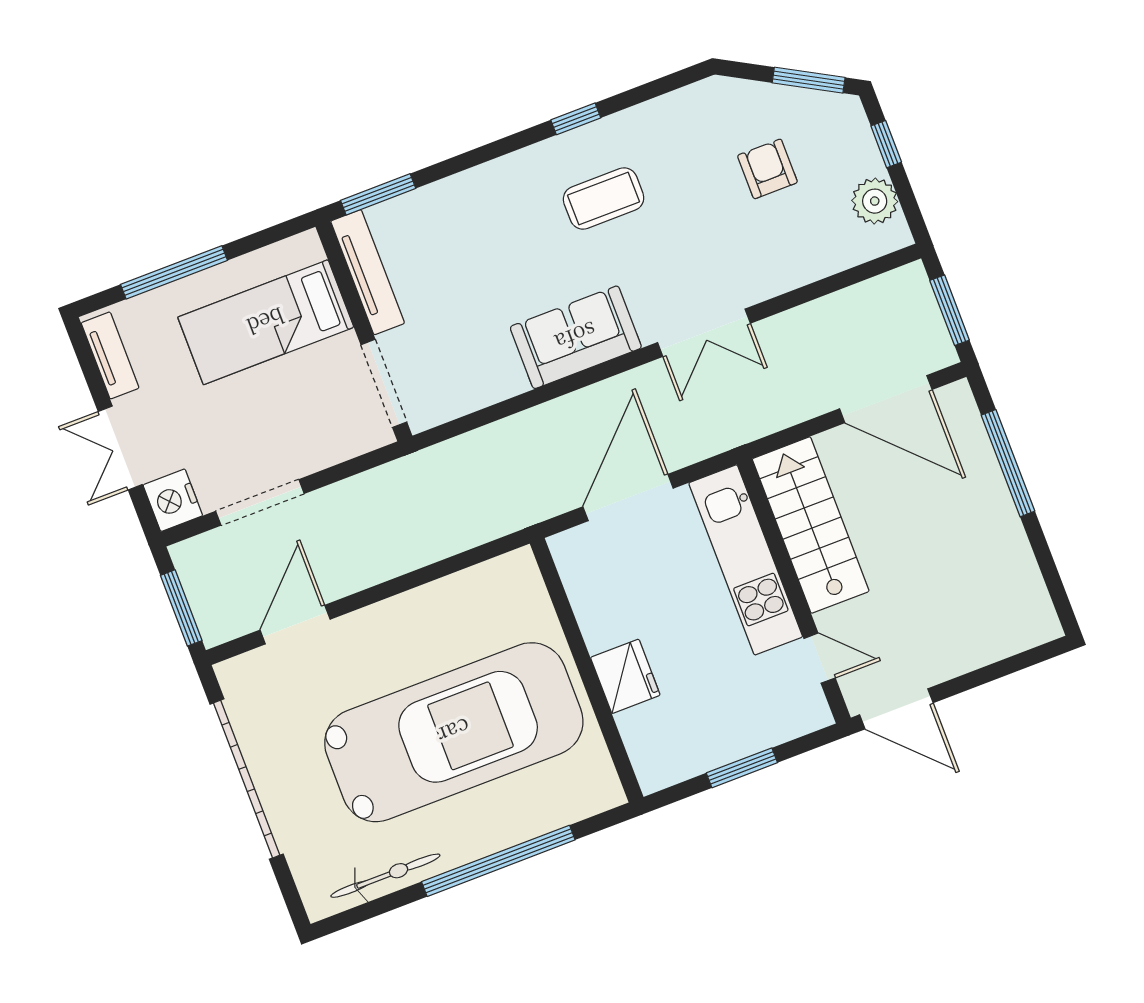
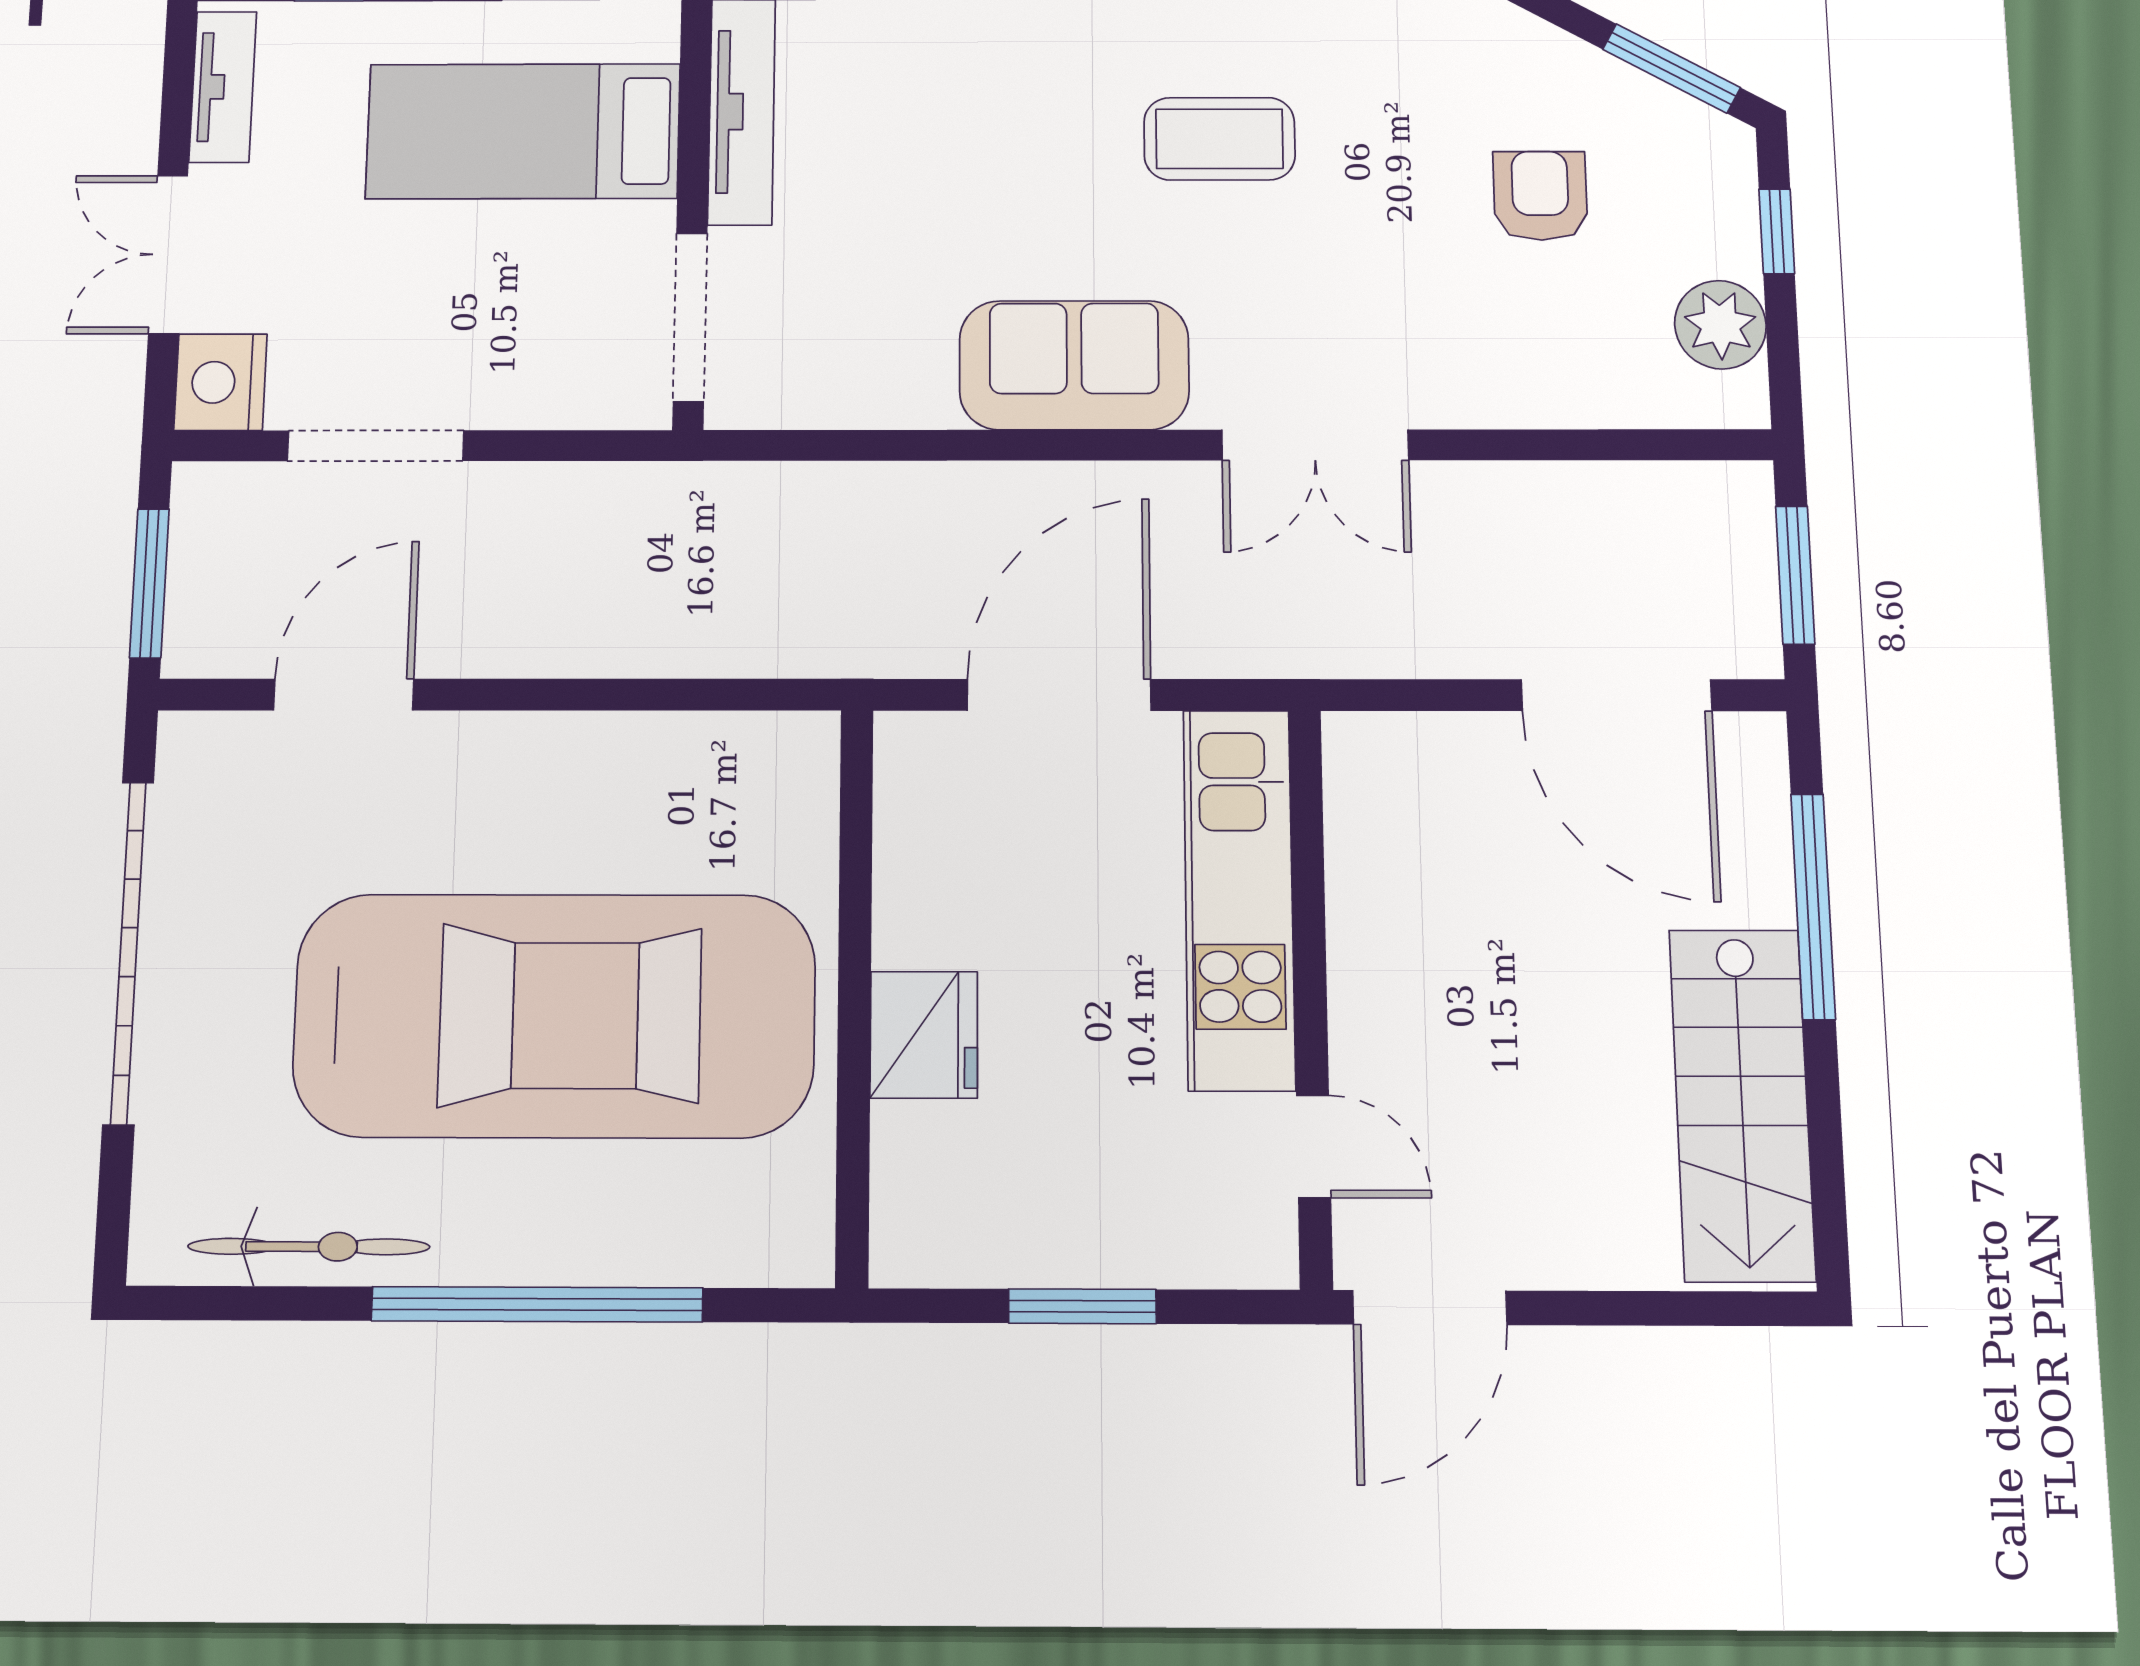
stairs: (811, 525) -> (1742, 1104), moved, turned 180
door: (896, 709) -> (1430, 1308), hinge flipped

